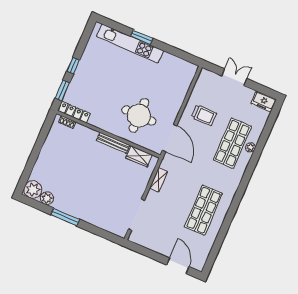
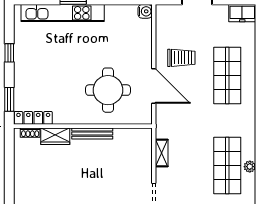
window: (73, 66) -> (9, 53), moved
water cooler: (192, 69) -> (145, 11), added
door: (170, 138) -> (154, 86), moved
plant: (250, 147) -> (250, 167), moved
wardrobe: (139, 156) -> (55, 136), moved

